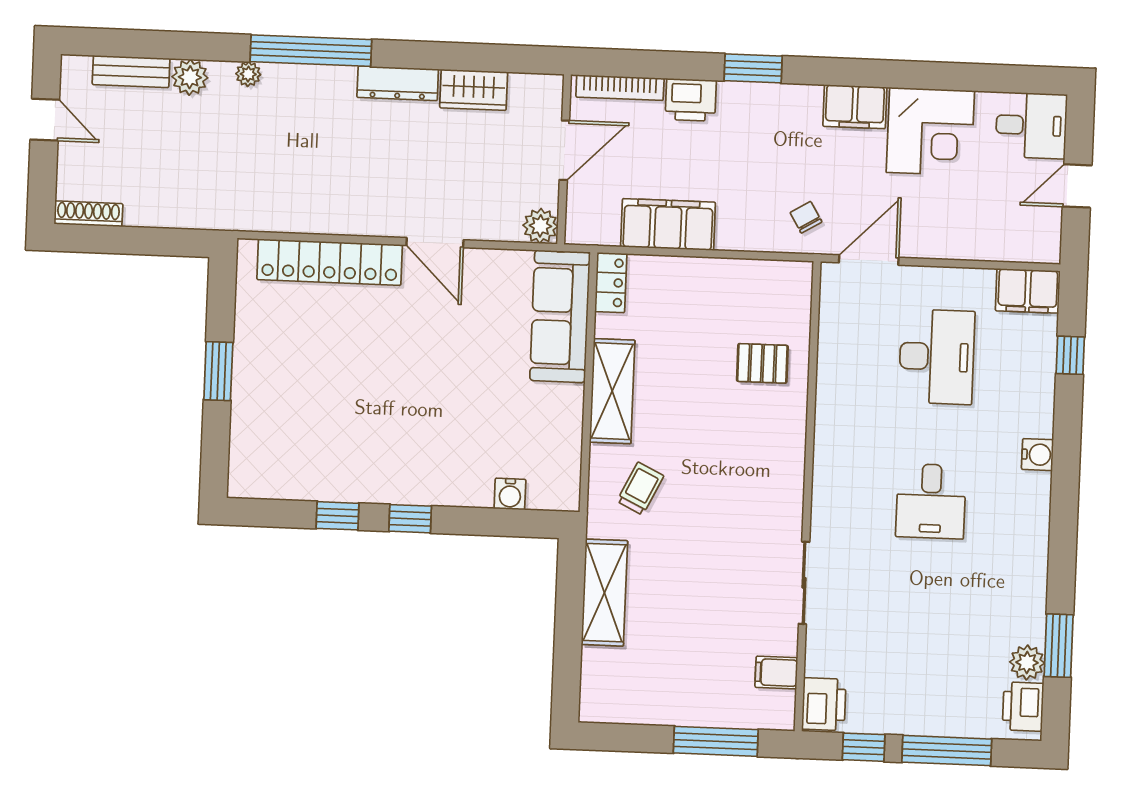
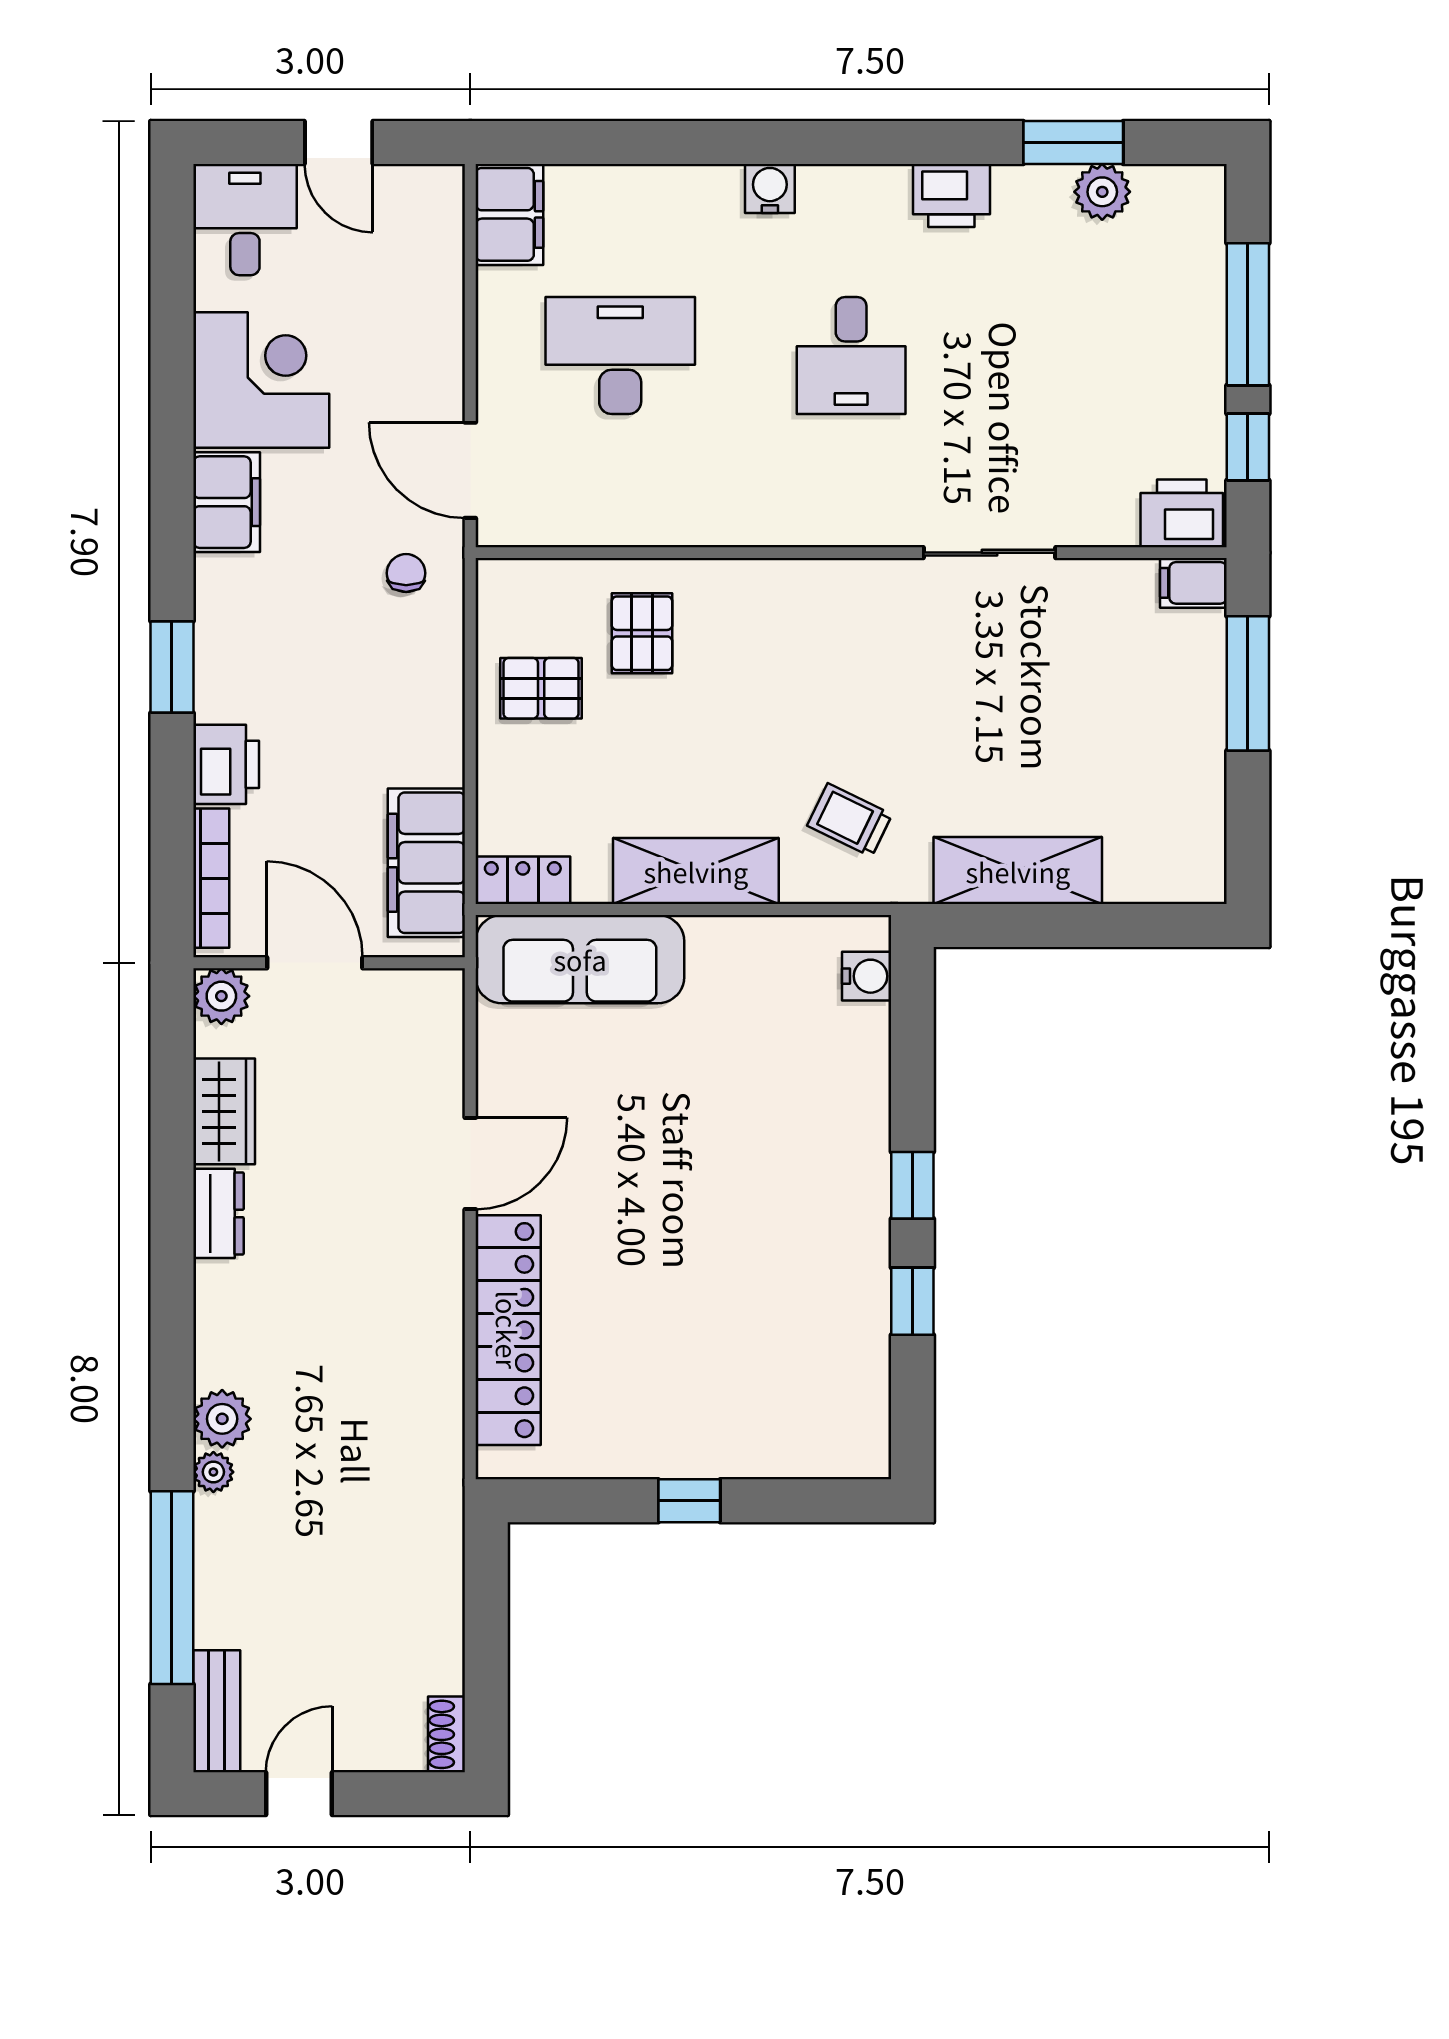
window: (311, 51) -> (172, 1588), moved
bench: (131, 71) -> (217, 1711), moved
plant: (190, 77) -> (222, 1419), moved
dresser: (398, 83) -> (218, 1213), width x0.70
shoe rack: (88, 214) -> (446, 1734), width x0.70
chair: (806, 217) -> (406, 573), turned 121
filing cabinet: (668, 224) -> (426, 863), moved
plant: (540, 226) -> (221, 996), moved
pallet: (730, 299) -> (541, 688), added
window: (1070, 355) -> (609, 143), removed
window: (218, 371) -> (689, 1501), width x0.67
water cooler: (510, 494) -> (867, 976), moved
desk: (931, 501) -> (851, 356), turned 90
filing cabinet: (776, 673) -> (1193, 583), moved, turned 90
printer: (1023, 707) -> (951, 195), moved

